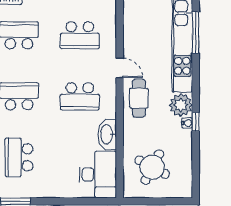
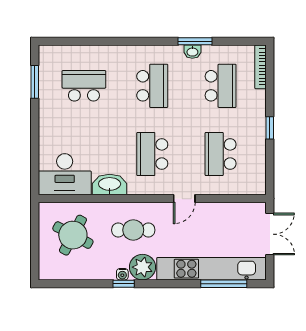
cafe table: (139, 98) -> (133, 230), moved

